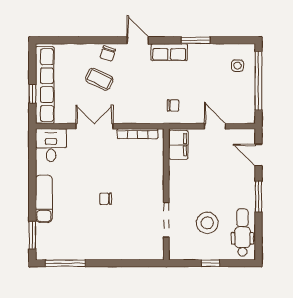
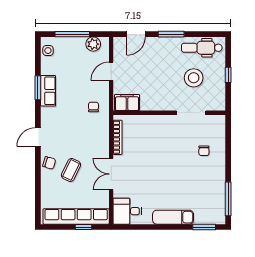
row of seats: (169, 52) -> (48, 91), moved
side table: (238, 66) -> (48, 51), moved
window: (258, 81) -> (72, 34), width x0.68
plant: (247, 105) -> (93, 44), added
chair: (106, 199) -> (204, 151), moved

